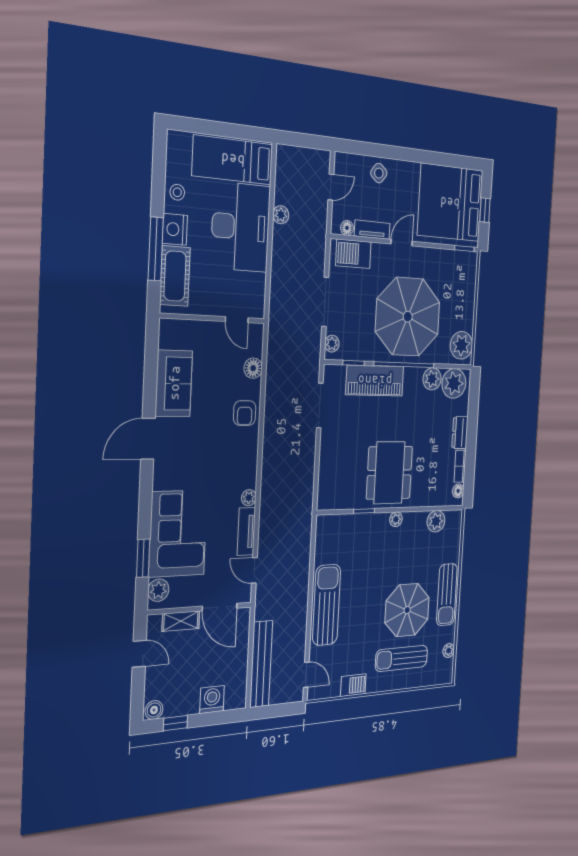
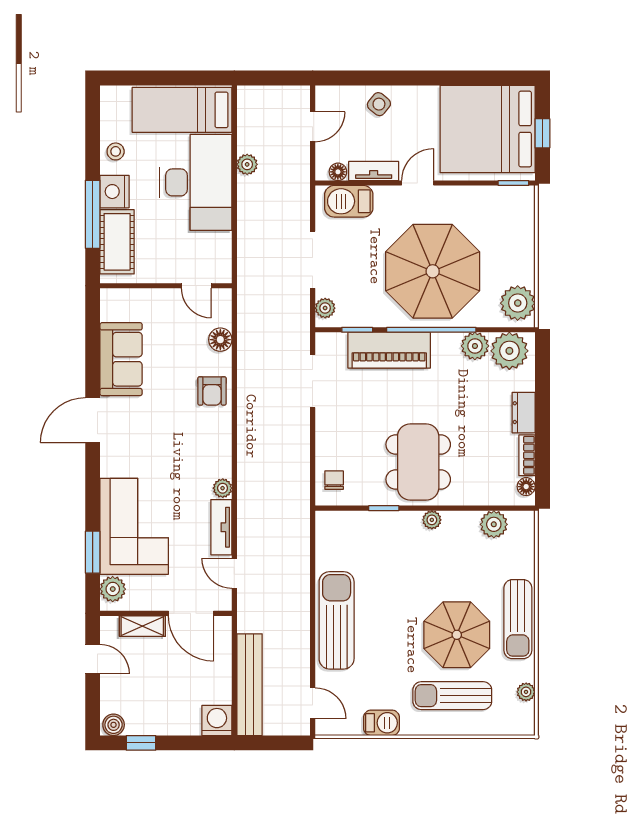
chair: (331, 489) -> (334, 480), added
washing machine: (212, 700) -> (217, 720), moved

